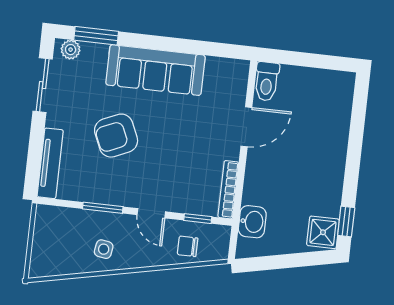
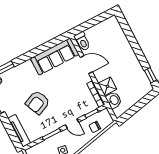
sofa: (155, 70) -> (55, 56), moved
door: (246, 127) -> (86, 65), hinge flipped
shower: (323, 232) -> (107, 86), moved

